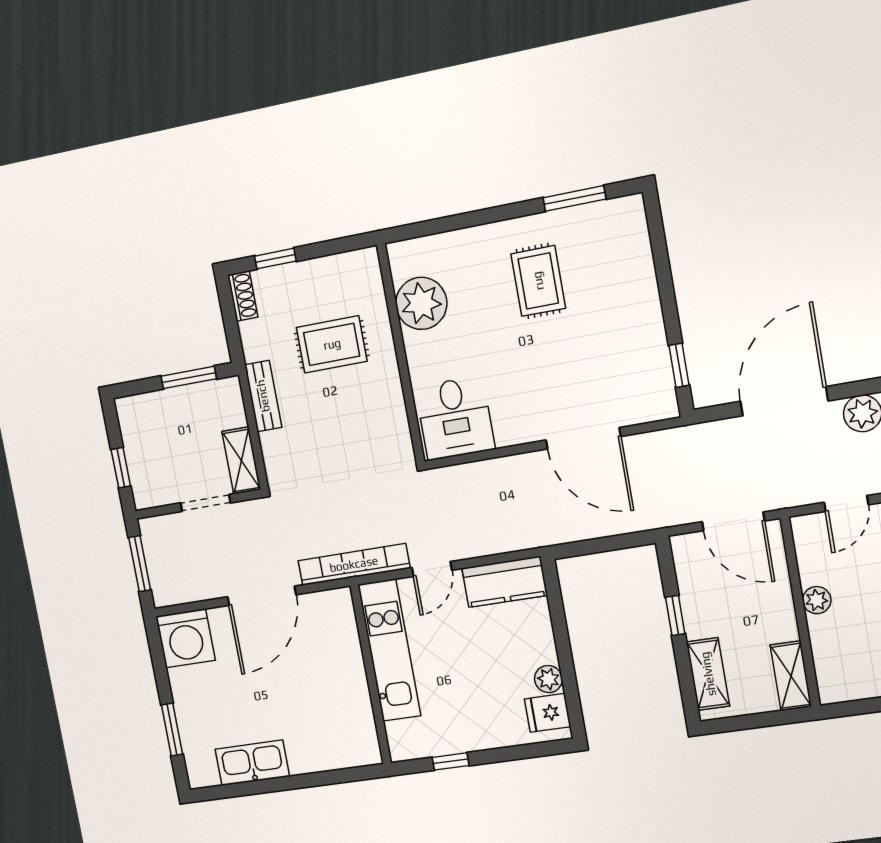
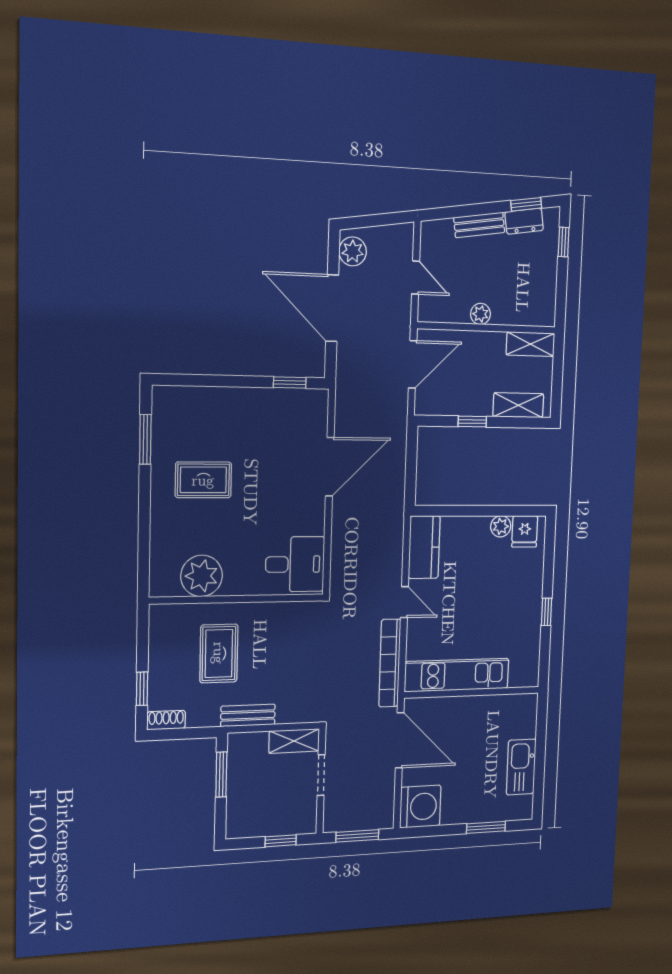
kitchen unit: (389, 650) -> (457, 675), moved
wall: (371, 675) -> (472, 692), moved

